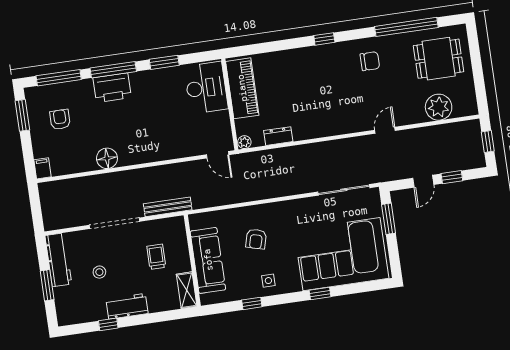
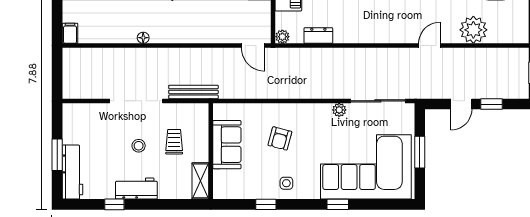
plant: (439, 107) -> (473, 30), moved
floor lamp: (107, 158) -> (143, 38), width x0.53, depth x0.53
plant: (308, 204) -> (339, 110), added
window: (389, 219) -> (420, 152), moved
workbench: (58, 260) -> (73, 172), moved
sofa: (208, 260) -> (227, 145), width x0.73
stool: (99, 272) -> (139, 146), moved

